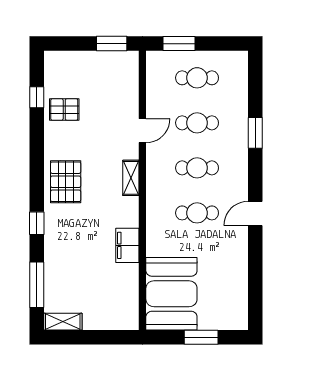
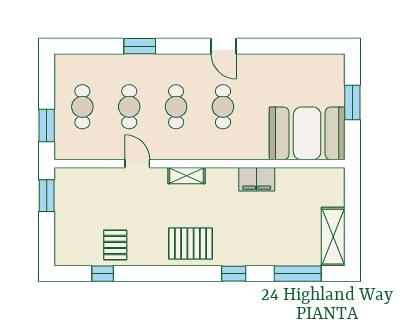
shelving: (63, 322) -> (333, 237), width x1.50, depth x1.33

